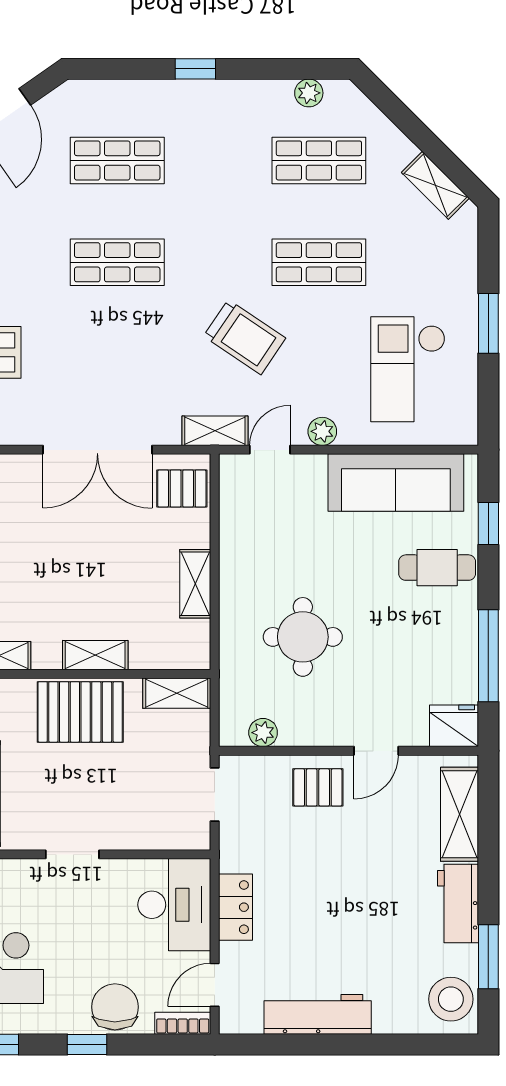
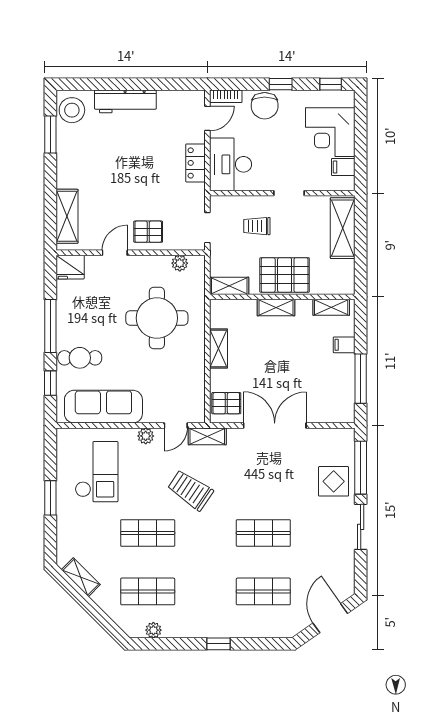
round table: (303, 637) -> (157, 318), width x1.36, depth x1.36
window: (488, 656) -> (50, 326), moved
trolley: (129, 797) -> (257, 226), added
workbench: (458, 904) -> (68, 165), removed
workbench: (318, 1014) -> (125, 101), moved

